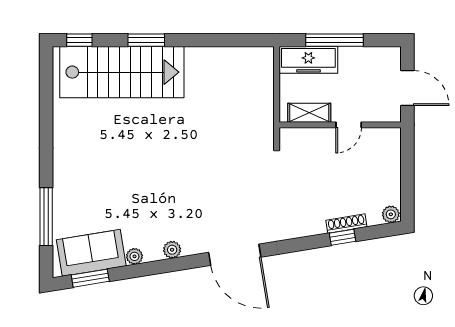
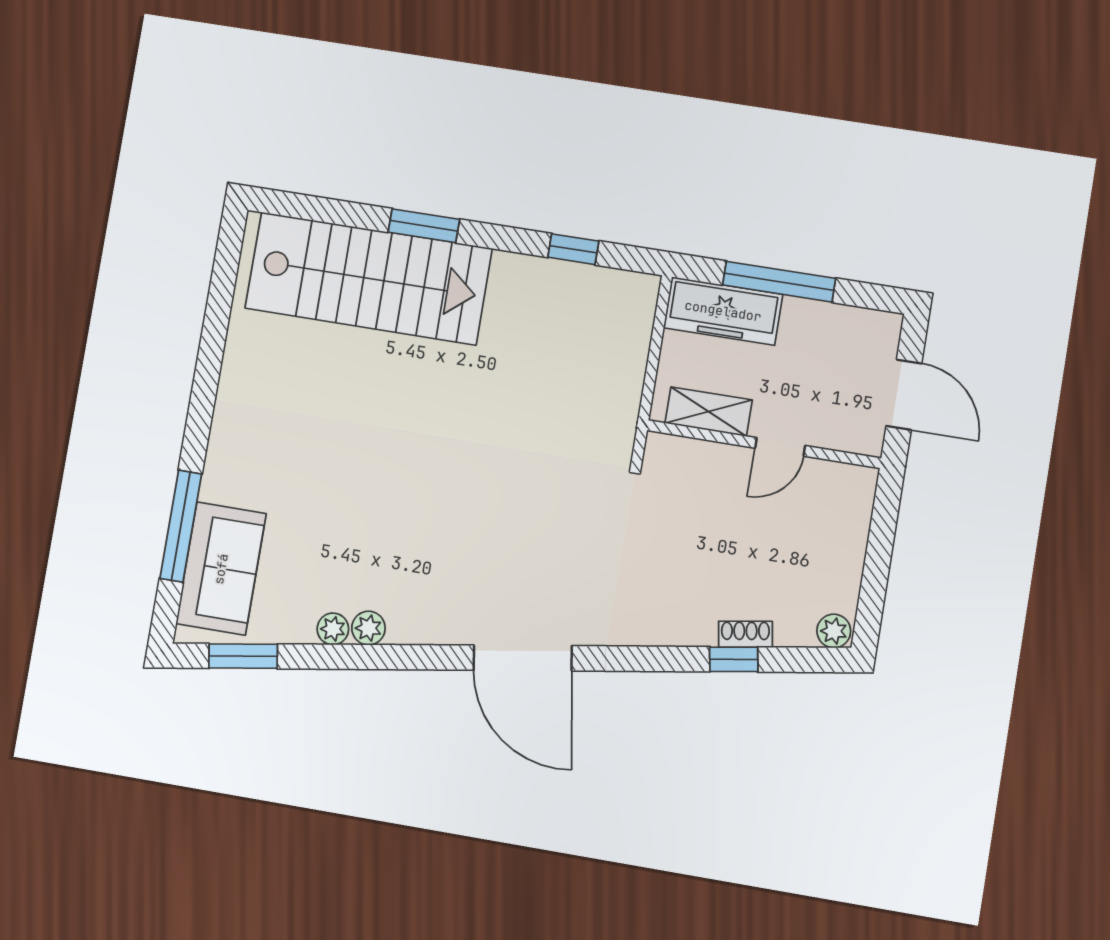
window: (79, 40) -> (573, 249), moved
shoe rack: (346, 223) -> (745, 634), width x0.70
plant: (172, 250) -> (368, 628), moved
sofa: (91, 253) -> (221, 569), moved, turned 99

